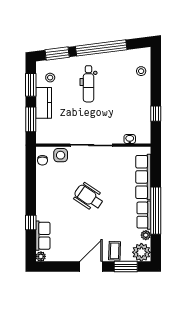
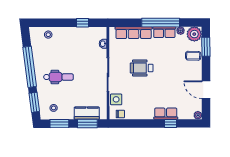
kitchen counter: (44, 103) -> (87, 113), moved
wheelchair: (89, 197) -> (142, 68), moved, turned 56
row of seats: (43, 236) -> (166, 114), moved
door: (91, 267) -> (206, 90), moved

